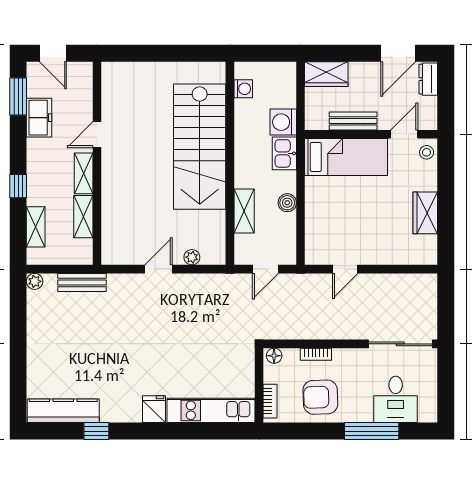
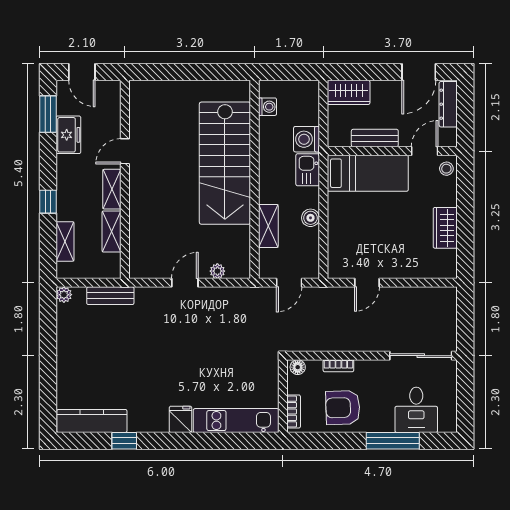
dresser: (428, 79) -> (448, 104), width x1.44

